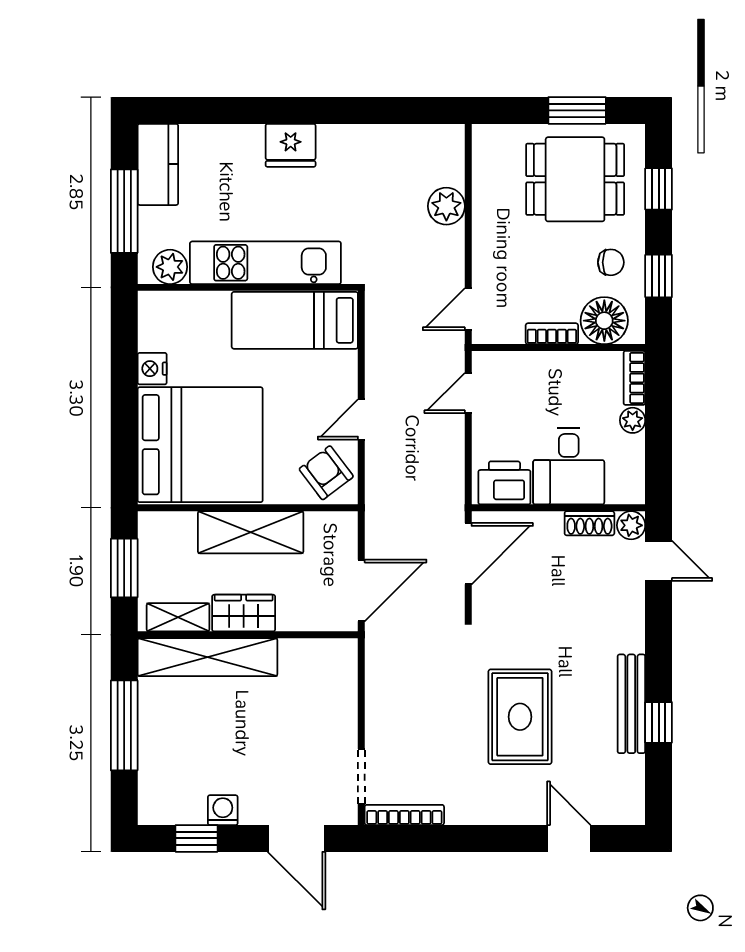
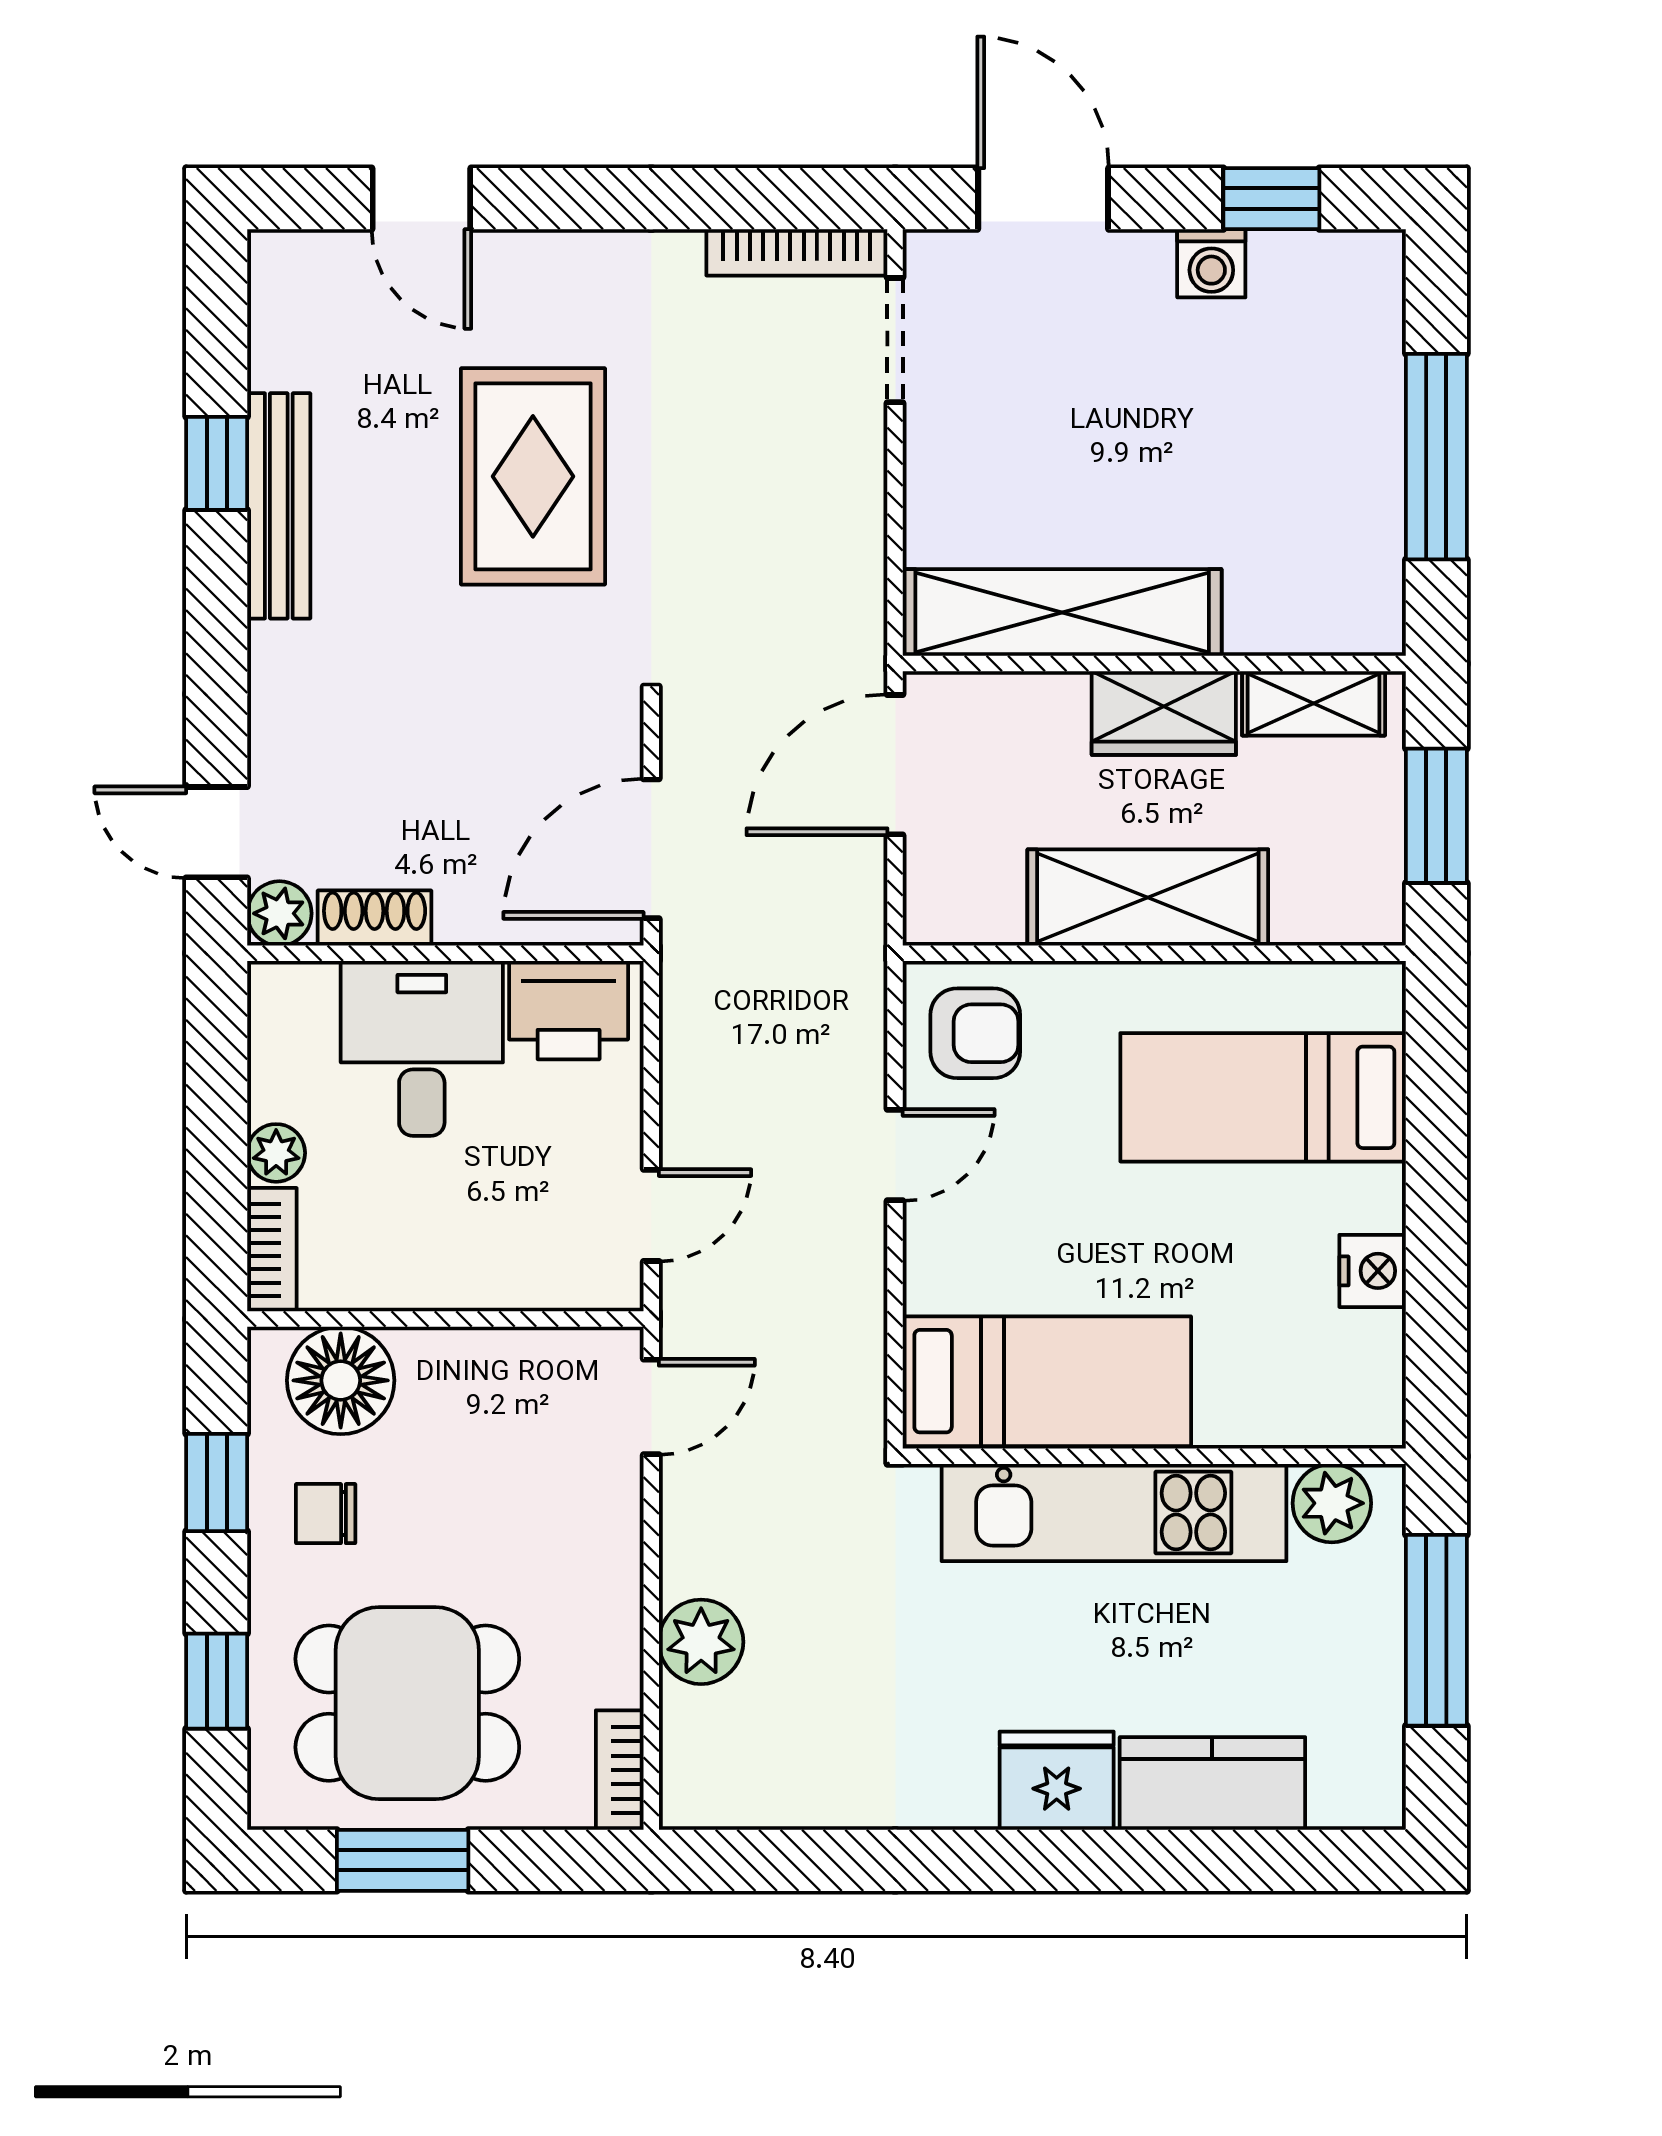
kitchen counter: (158, 164) -> (1212, 1783), moved, turned 90
bookcase: (552, 334) -> (620, 1770), moved, turned 90
bed: (200, 445) -> (1263, 1097), width x0.49
armchair: (326, 473) -> (975, 1033), turned -53
shelving: (207, 657) -> (1062, 612), moved

